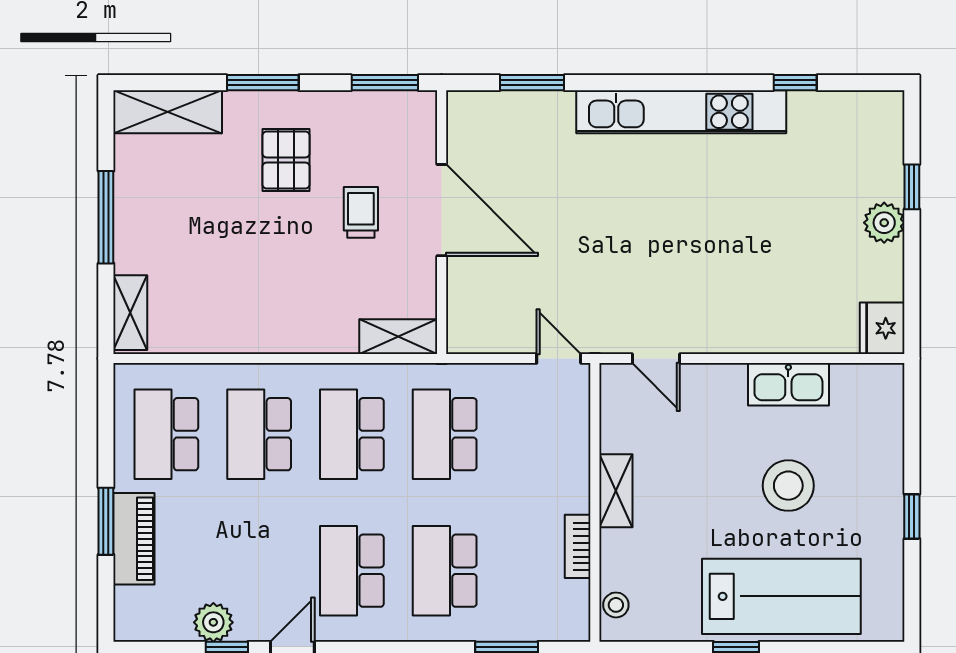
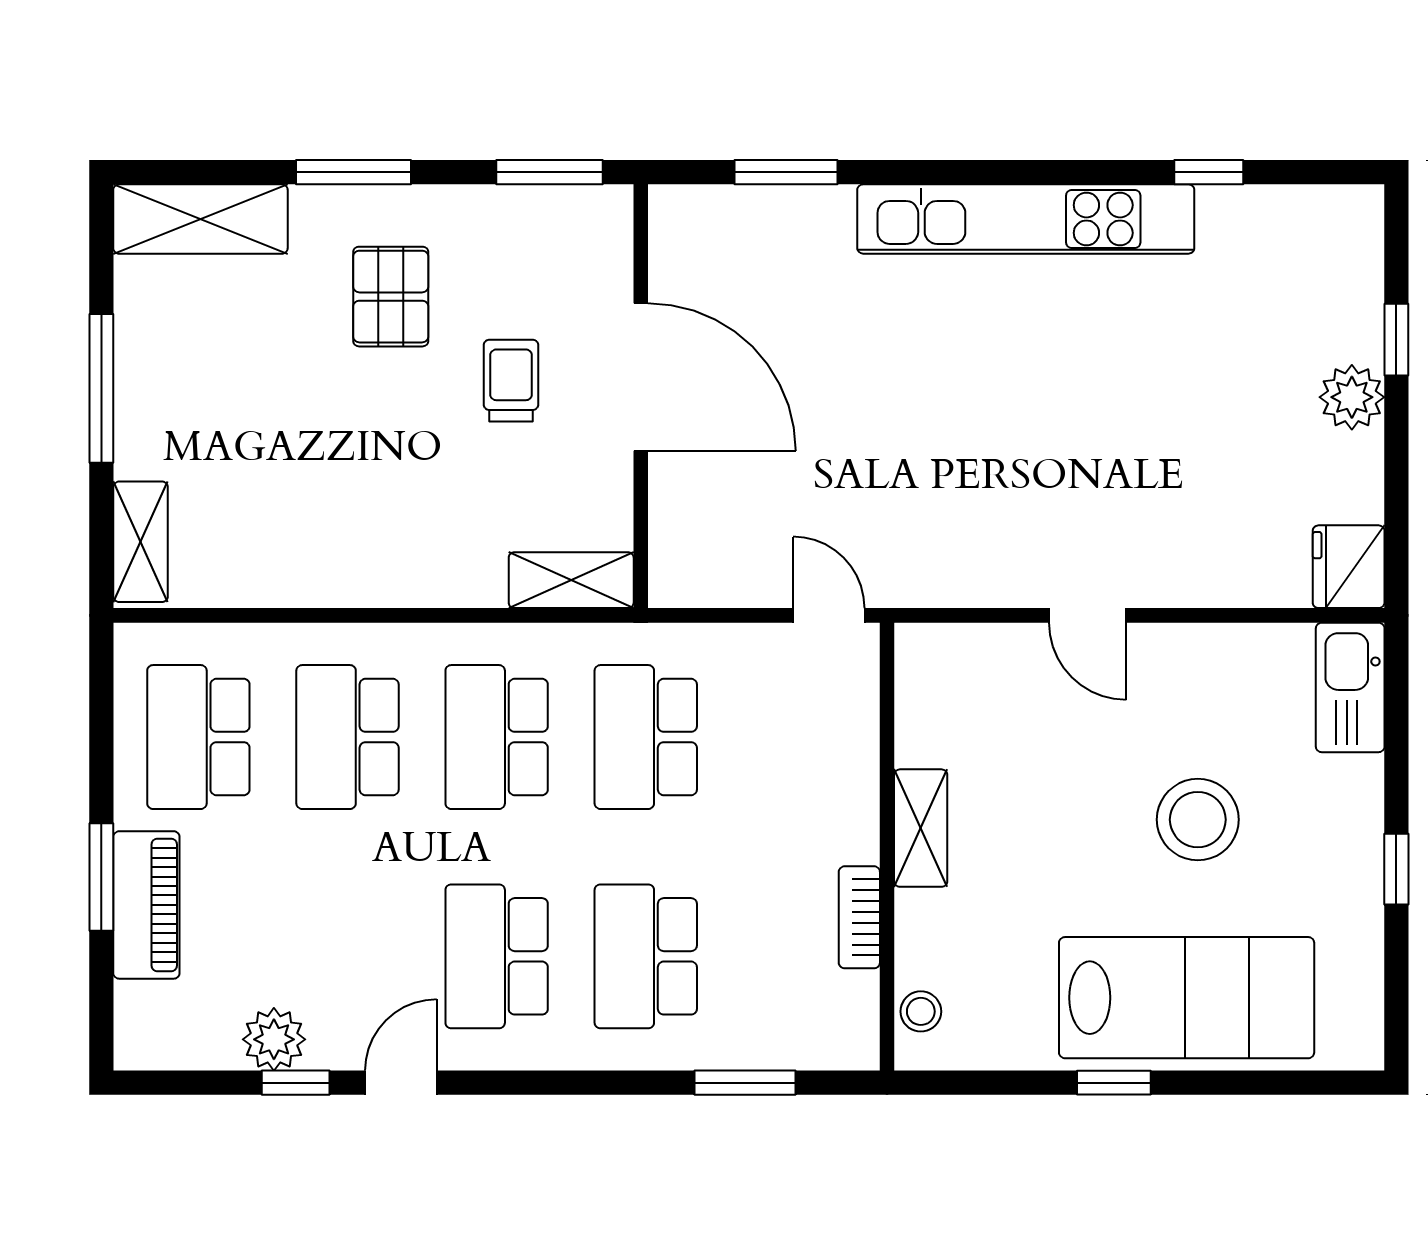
door: (656, 358) -> (1087, 615), moved
kitchen sink: (788, 384) -> (1350, 687), moved, turned 90

